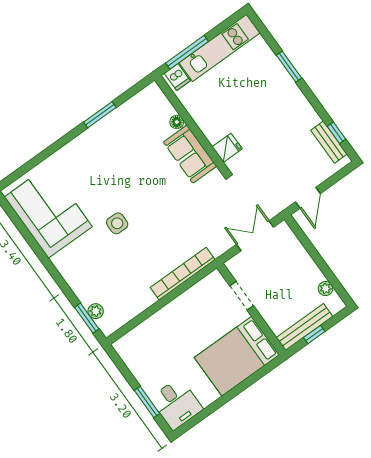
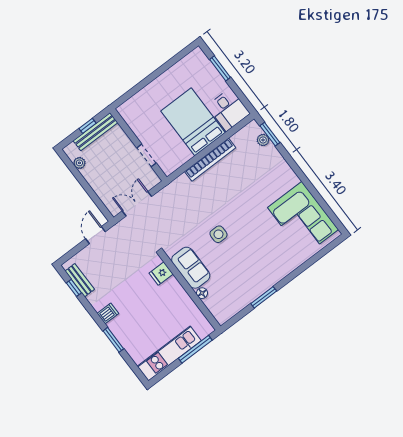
dishwasher: (177, 77) -> (108, 313), moved, turned 90
side table: (117, 223) -> (218, 234), moved
double door: (255, 236) -> (137, 204), swing flipped
bookcase: (183, 274) -> (210, 160), moved
bed: (237, 356) -> (193, 122), moved, turned -90
desk: (176, 404) -> (229, 110), moved, turned 180

